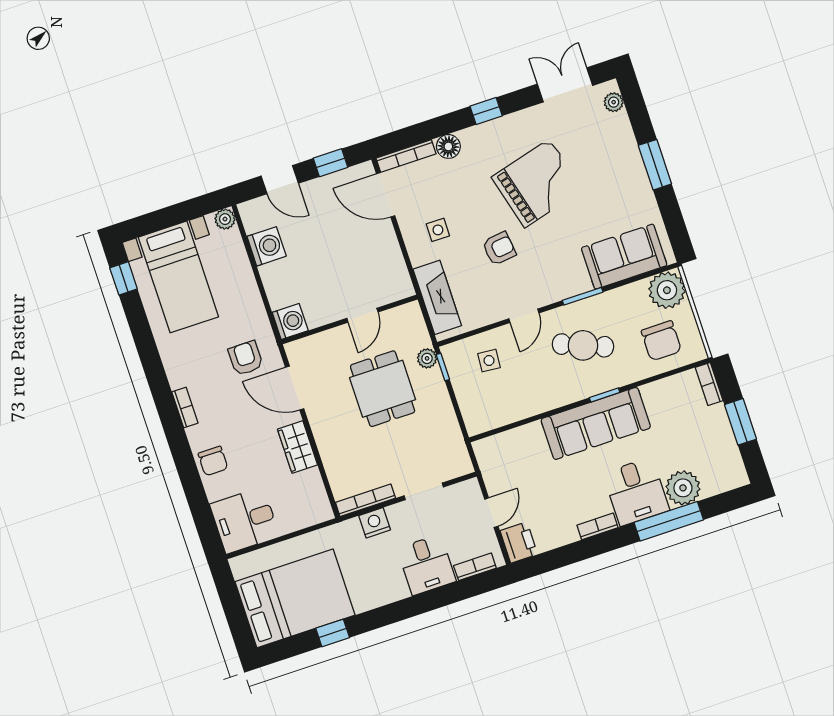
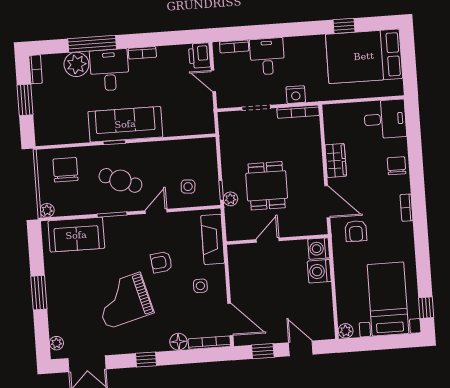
washing machine: (267, 246) -> (319, 271), moved
plant: (667, 290) -> (47, 210), width x0.53, depth x0.53
bookcase: (709, 384) -> (36, 69), moved
door: (491, 513) -> (213, 81), hinge flipped

